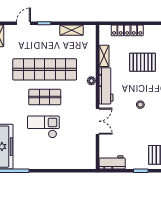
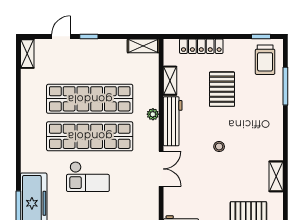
shelving: (71, 30) -> (143, 46), moved
pallet: (143, 62) -> (222, 89), turned 90
shop shelf: (45, 97) -> (90, 136), width x2.00, depth x1.36
checkout: (43, 127) -> (88, 177), turned 180

